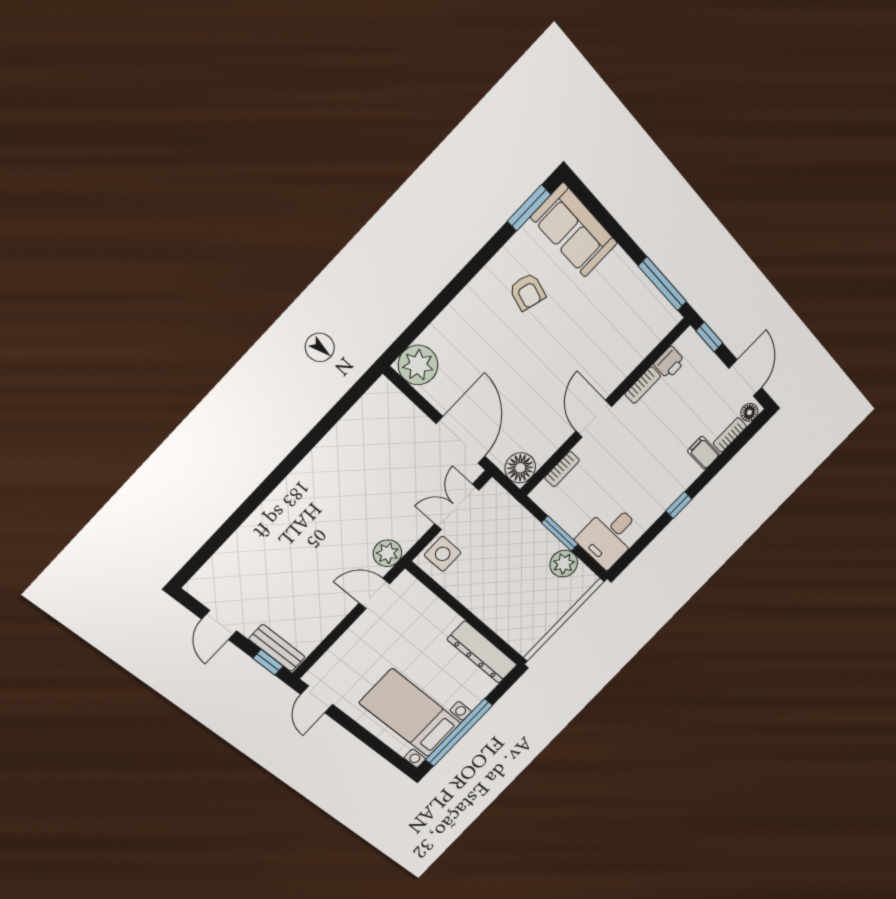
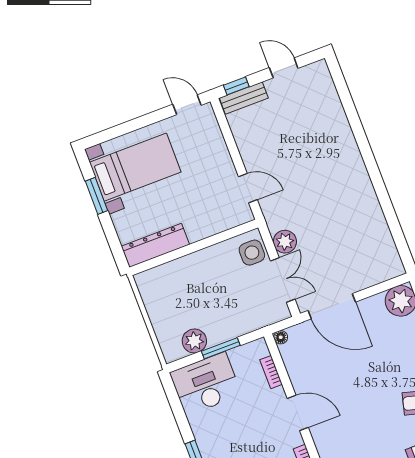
floor lamp: (520, 468) -> (281, 337), width x0.53, depth x0.53
desk: (610, 536) -> (206, 384), width x1.37
plant: (388, 553) -> (285, 242), moved
door: (374, 594) -> (248, 188), hinge flipped
window: (459, 733) -> (96, 196), width x0.47

